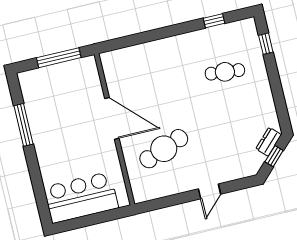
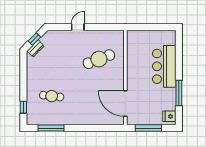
window: (214, 21) -> (51, 128), width x2.17
fridge: (30, 84) -> (169, 116), added
door: (112, 118) -> (125, 104), moved
bar counter: (81, 197) -> (164, 66), moved, turned 90

